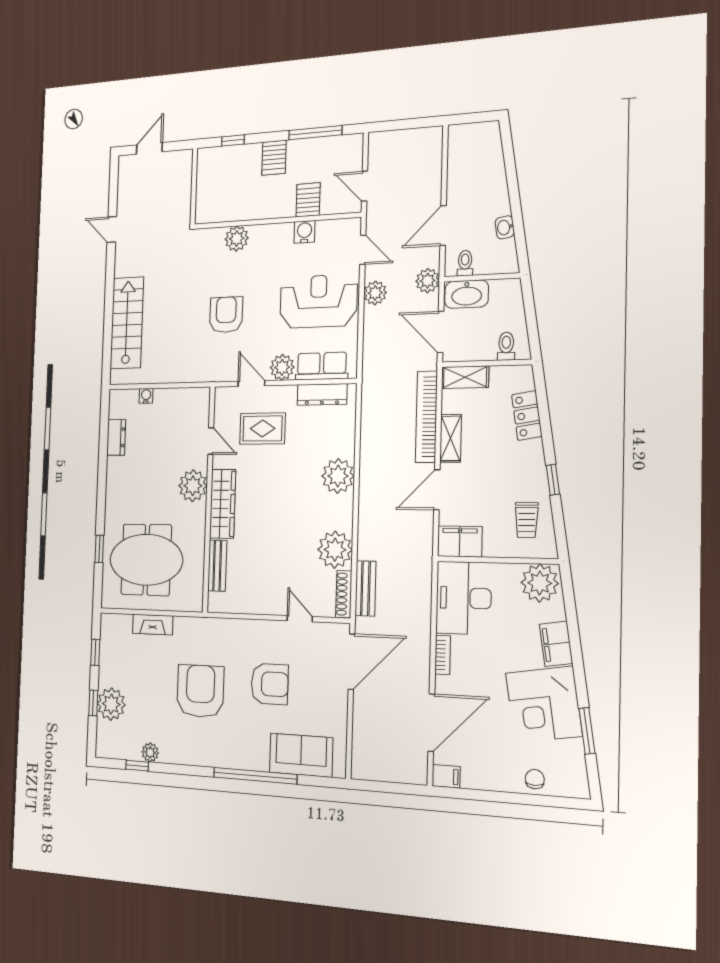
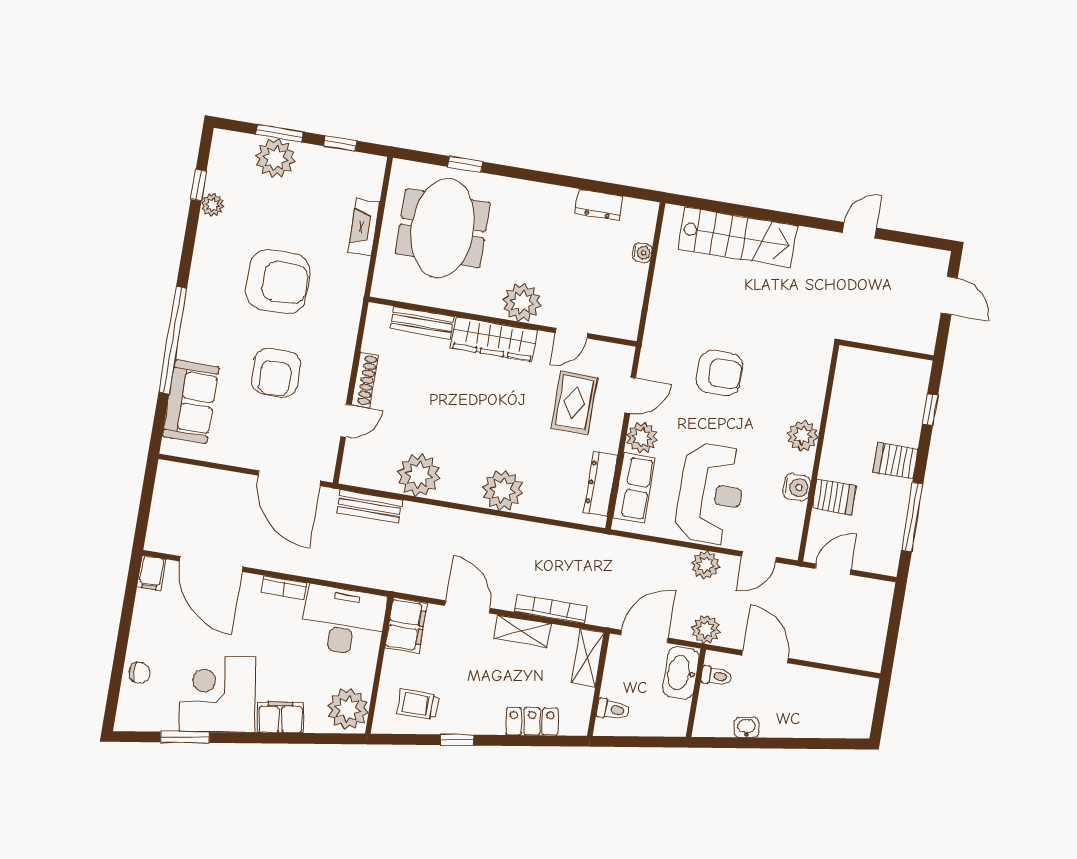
plant: (237, 239) -> (803, 436), moved
bookcase: (426, 417) -> (551, 609), width x0.68, depth x0.76
shoe rack: (344, 594) -> (365, 380), moved, turned 90
window: (93, 703) -> (280, 133), width x1.50

